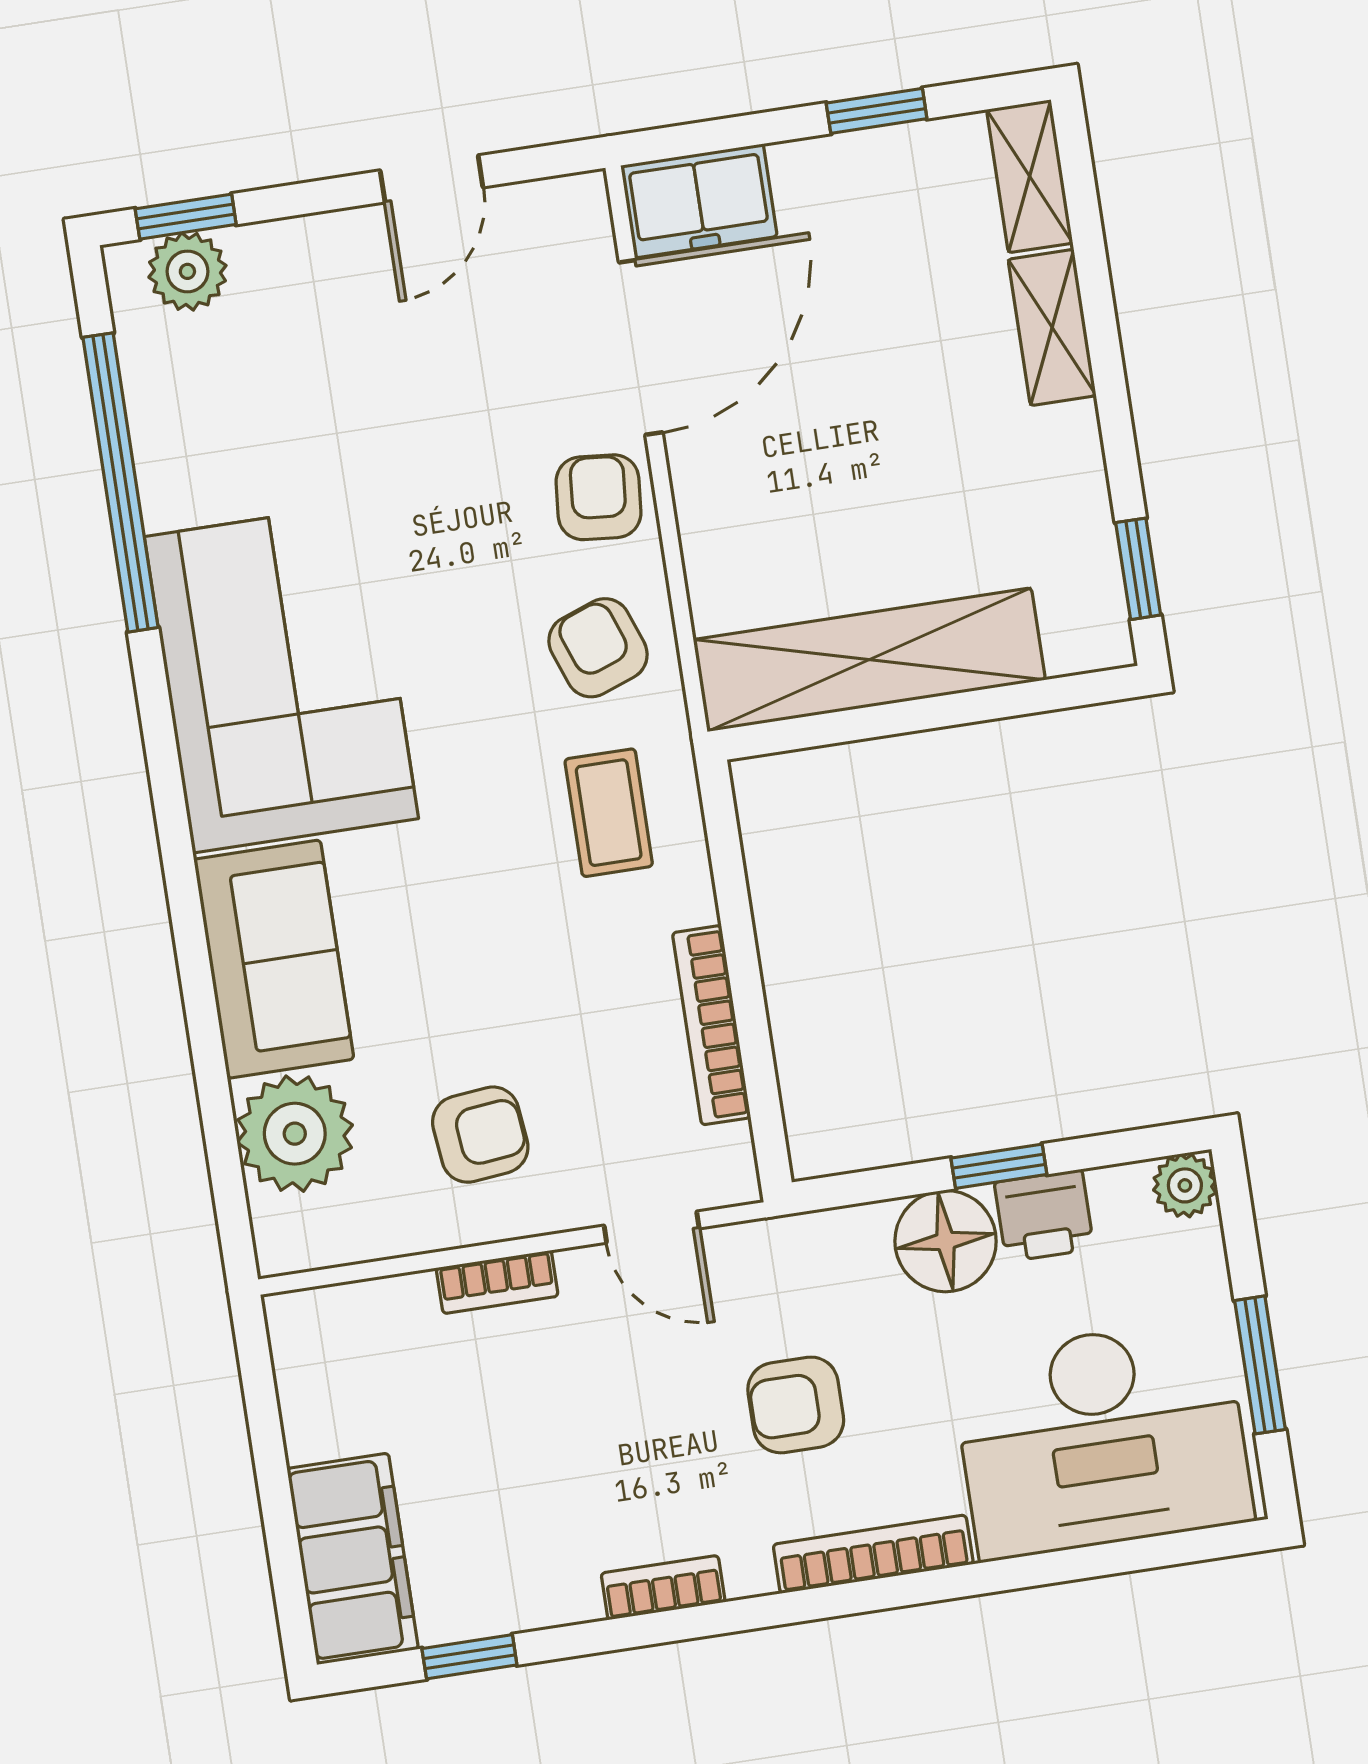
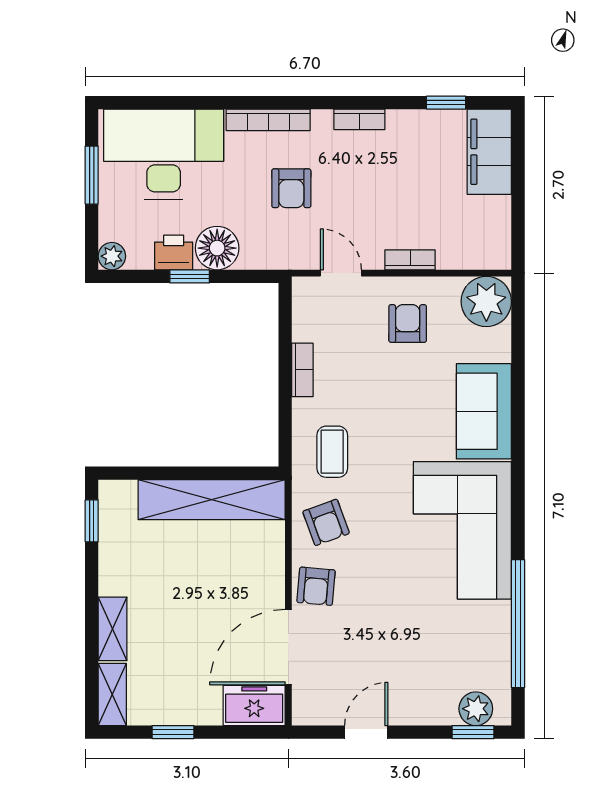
bookcase: (711, 1025) -> (302, 370), width x0.64
plant: (295, 1134) -> (486, 301), moved
armchair: (480, 1135) -> (408, 323), turned 96
armchair: (796, 1405) -> (291, 188), turned 90

